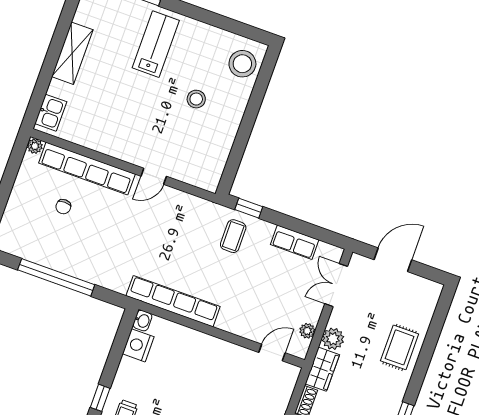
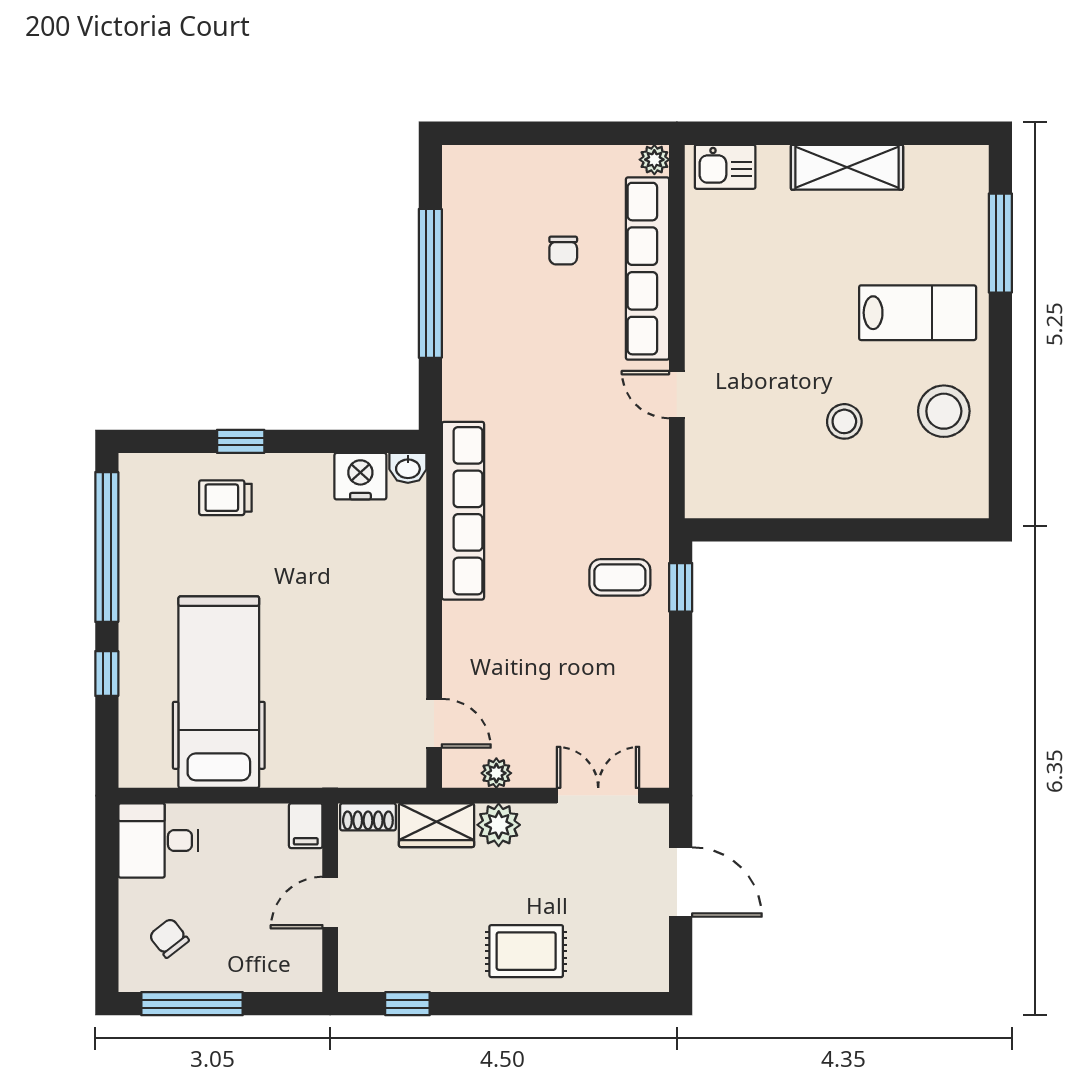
stool: (242, 64) -> (944, 411), moved
chair: (63, 207) -> (563, 251), turned -90
row of seats: (295, 242) -> (649, 693), removed

